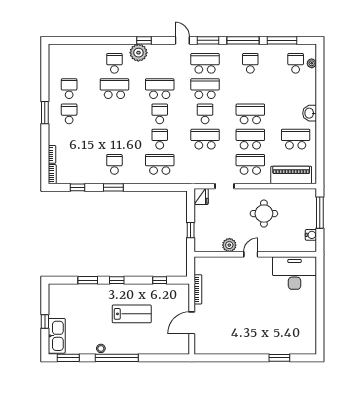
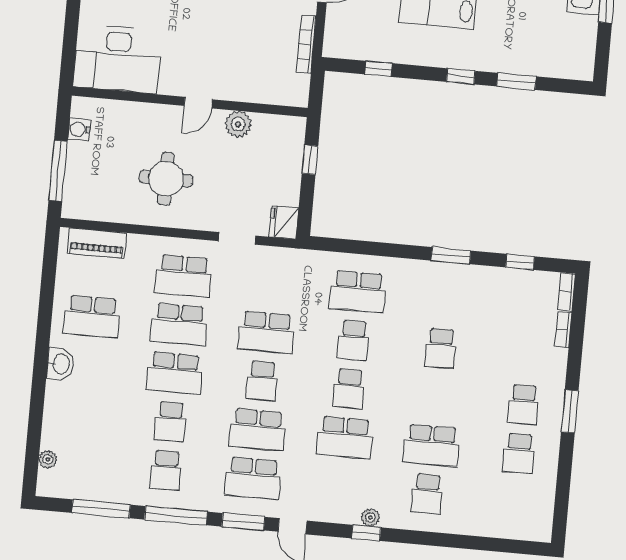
plant: (138, 53) -> (370, 517), width x0.53, depth x0.53
school desk: (296, 63) -> (170, 422), moved
school desk: (114, 164) -> (441, 348), moved
piano: (291, 175) -> (97, 243), width x0.73, depth x0.75

